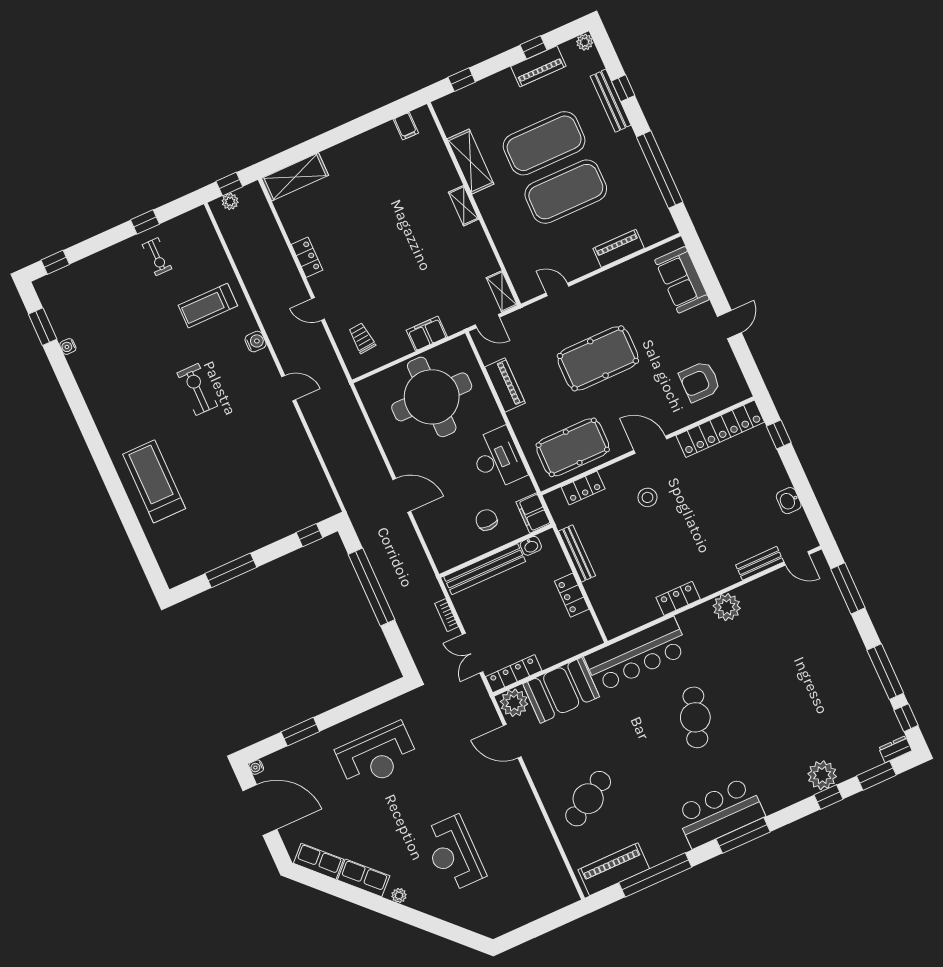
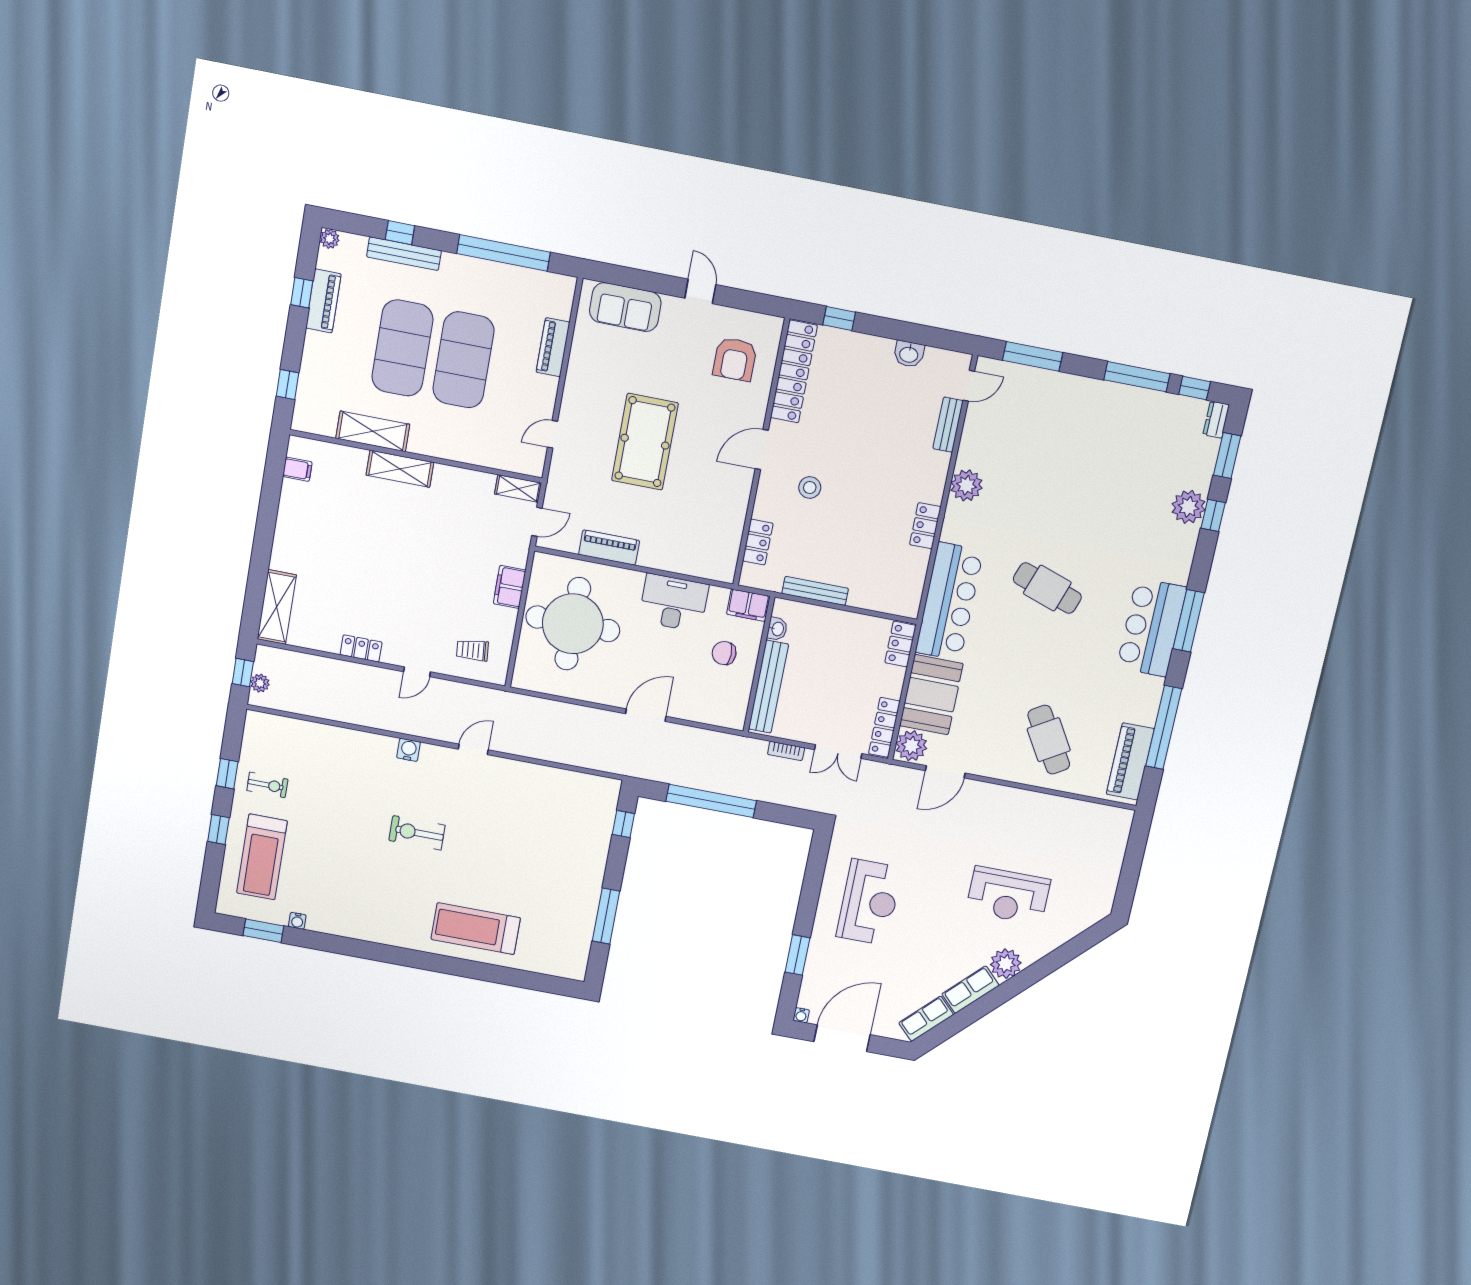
shelving: (464, 206) -> (400, 469), width x1.50, depth x1.33
window: (55, 262) -> (218, 829), moved
treadmill: (208, 306) -> (262, 857), moved, width x1.37, depth x1.37
pool table: (573, 447) -> (713, 525), removed
locker: (572, 595) -> (900, 644), moved, turned 90
plant: (399, 895) -> (1006, 964), width x1.88, depth x1.88

